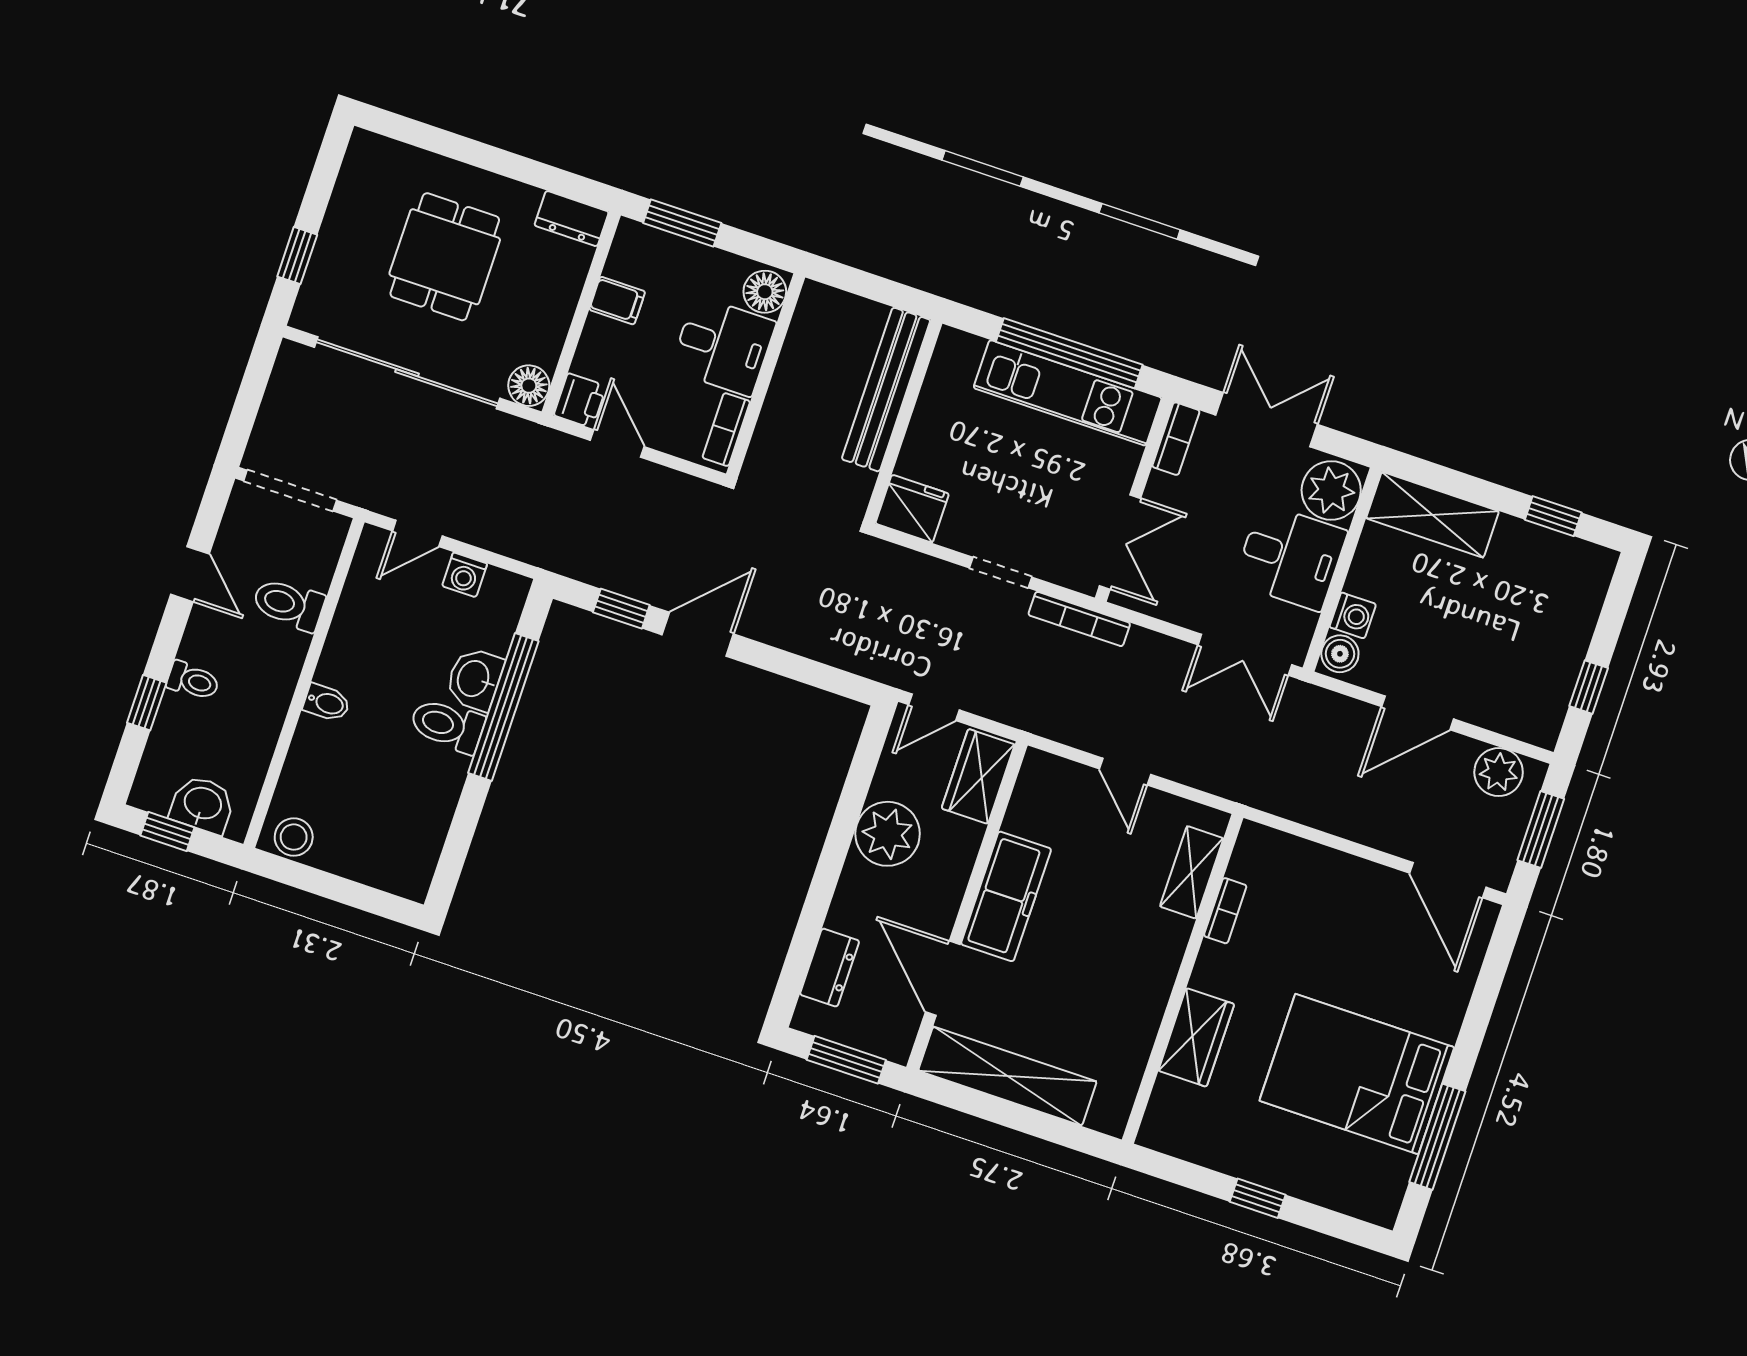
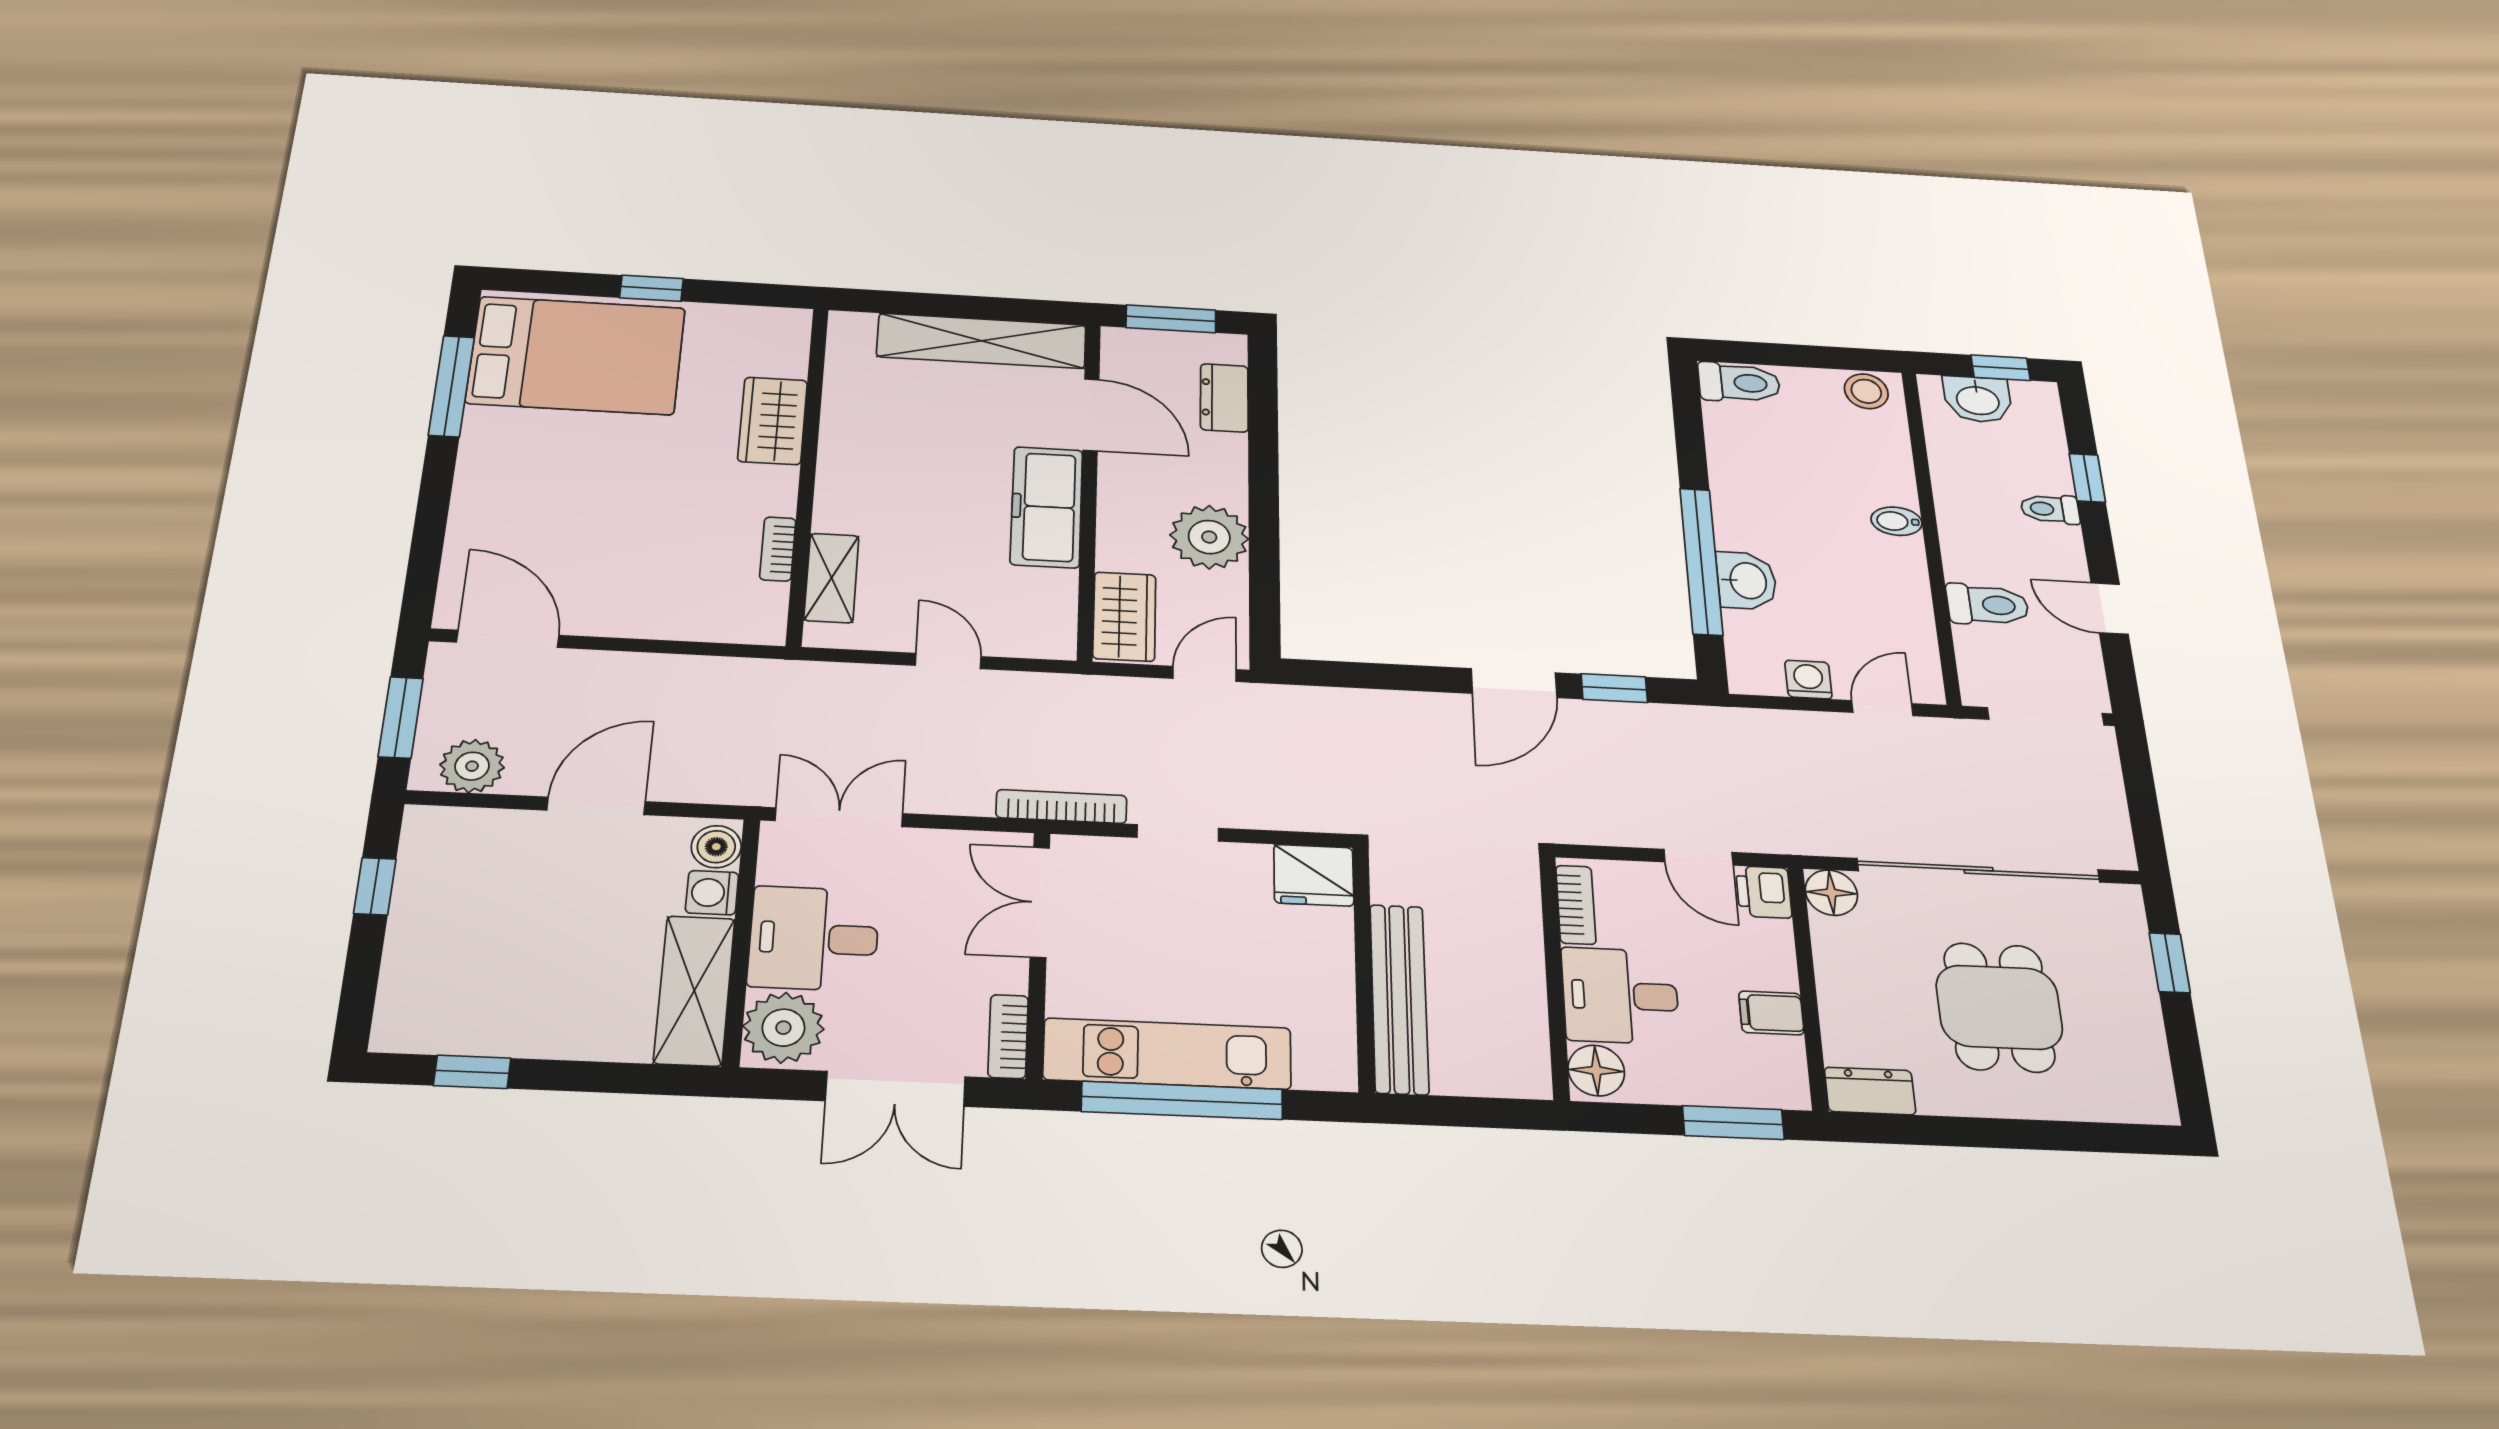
shelving: (1433, 515) -> (694, 990), moved, turned 90
toilet: (447, 725) -> (1739, 383), moved
bed: (1357, 1074) -> (576, 355), moved

